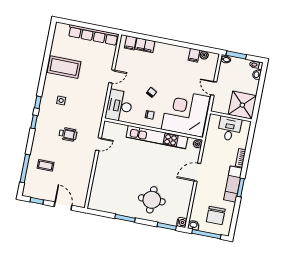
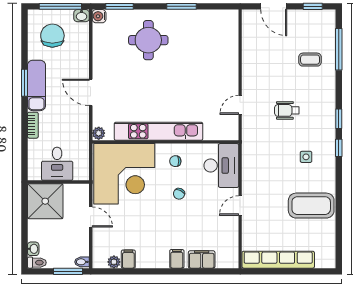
filing cabinet: (130, 43) -> (177, 259), moved
door: (197, 172) -> (91, 92), swing flipped

